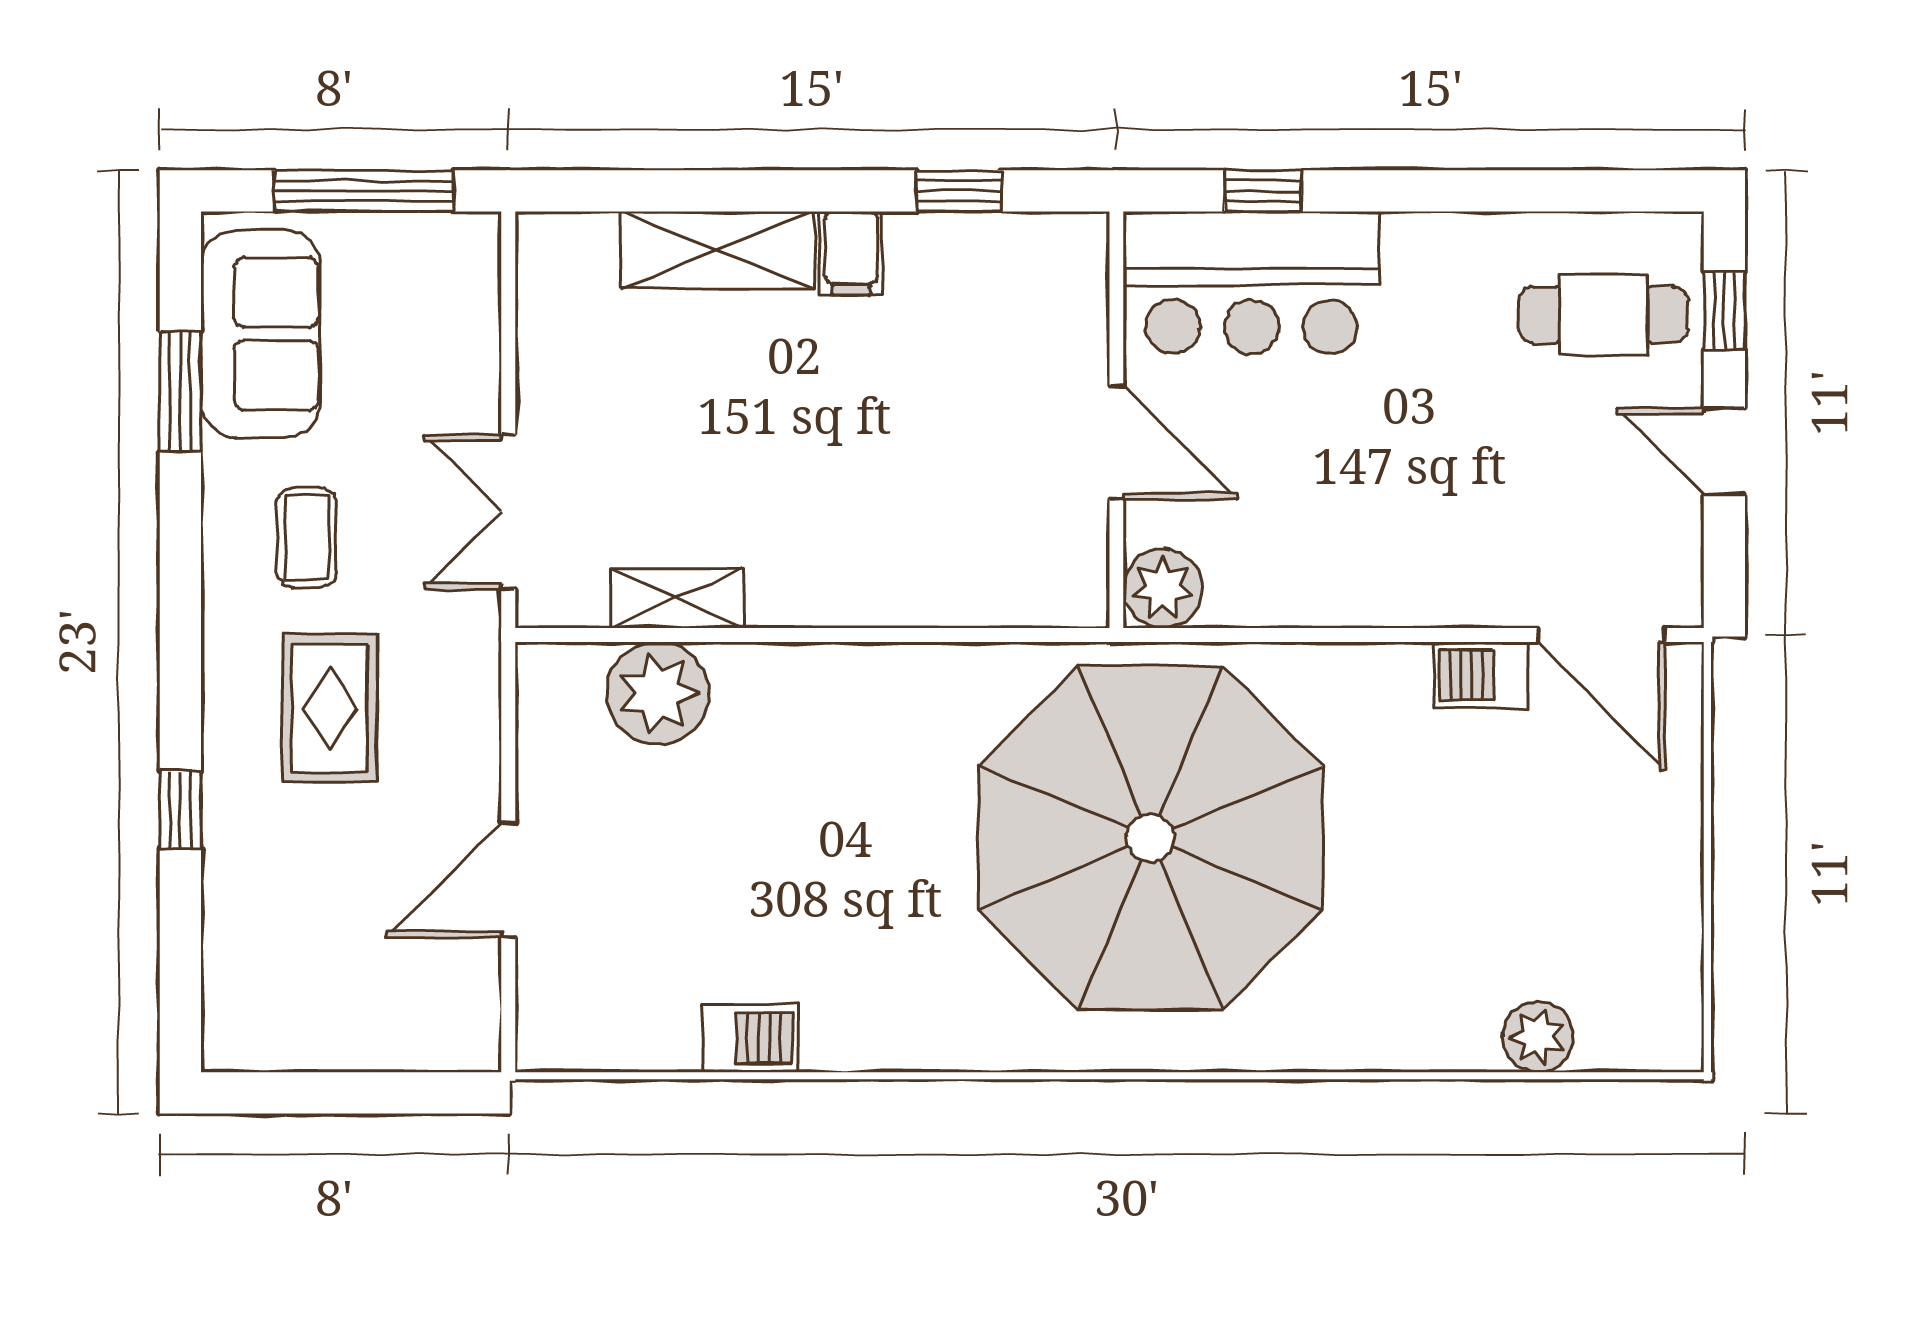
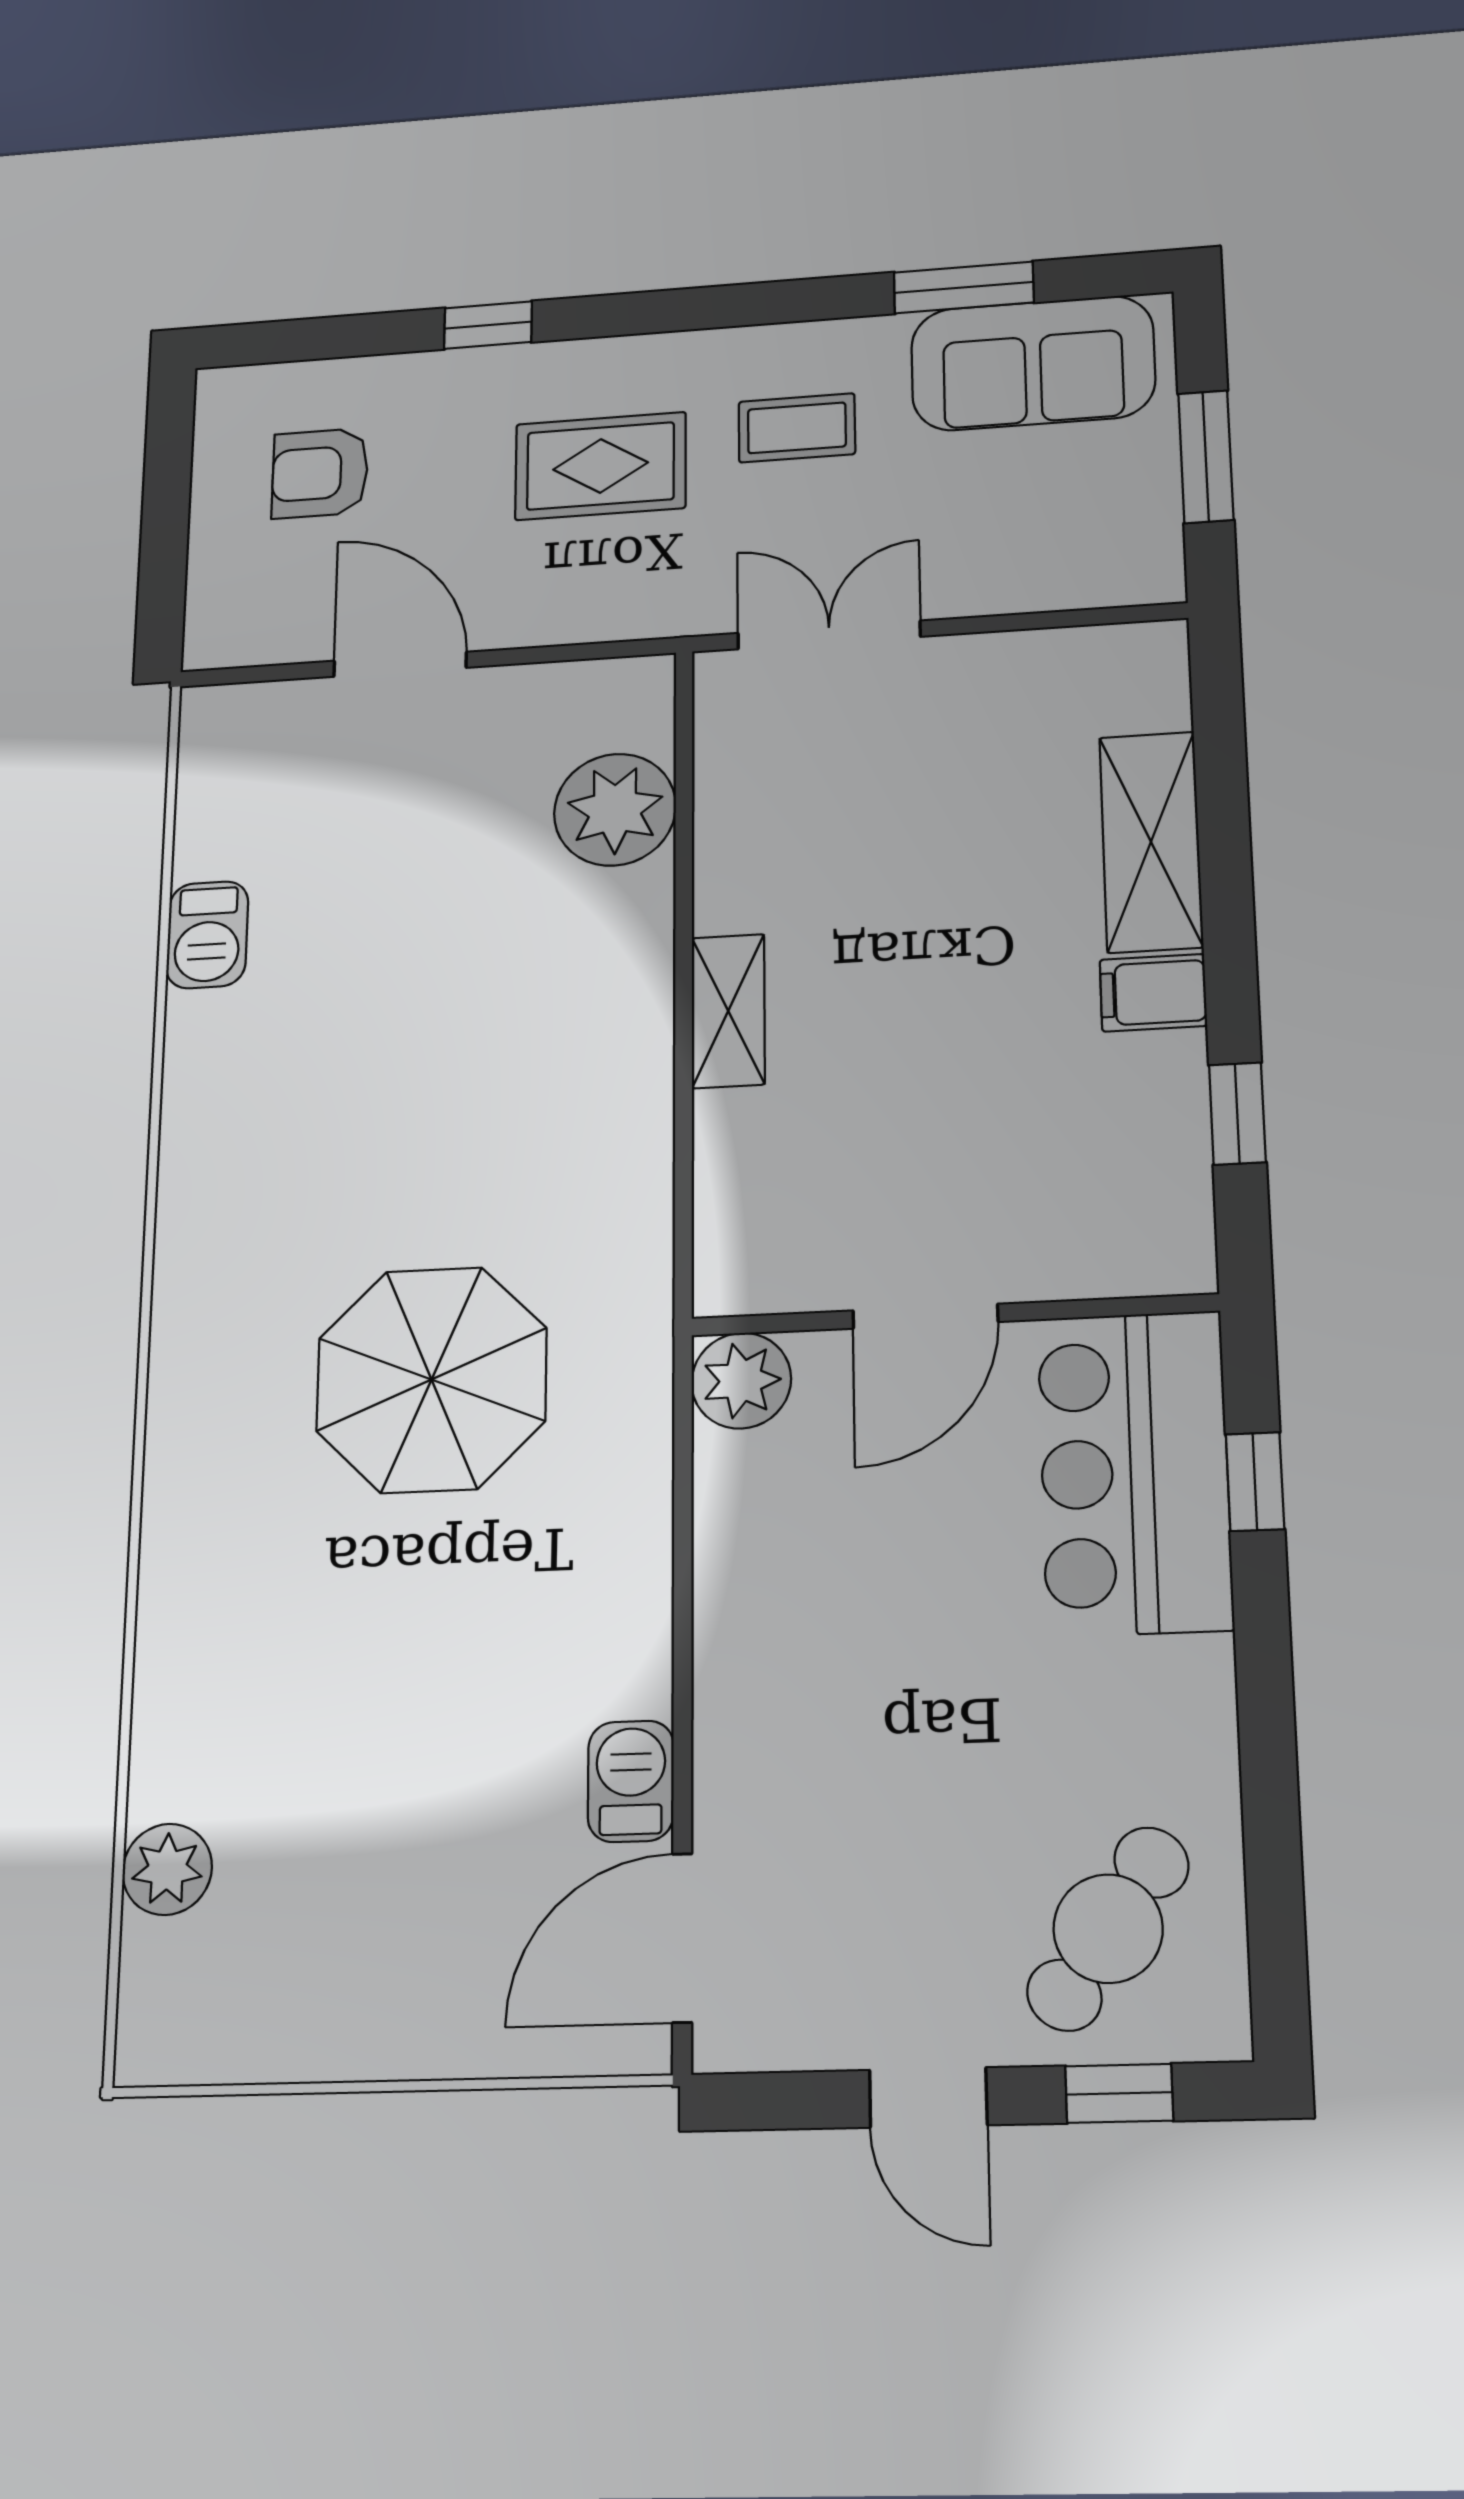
window: (364, 191) -> (1206, 457), width x0.69
cafe table: (1603, 315) -> (1108, 1929), turned 35
door: (1724, 451) -> (928, 2098), swing flipped
shelving: (677, 598) -> (728, 1011), moved
parasol: (1150, 838) -> (432, 1380), width x0.54, depth x0.54
armchair: (316, 956) -> (320, 473), added

